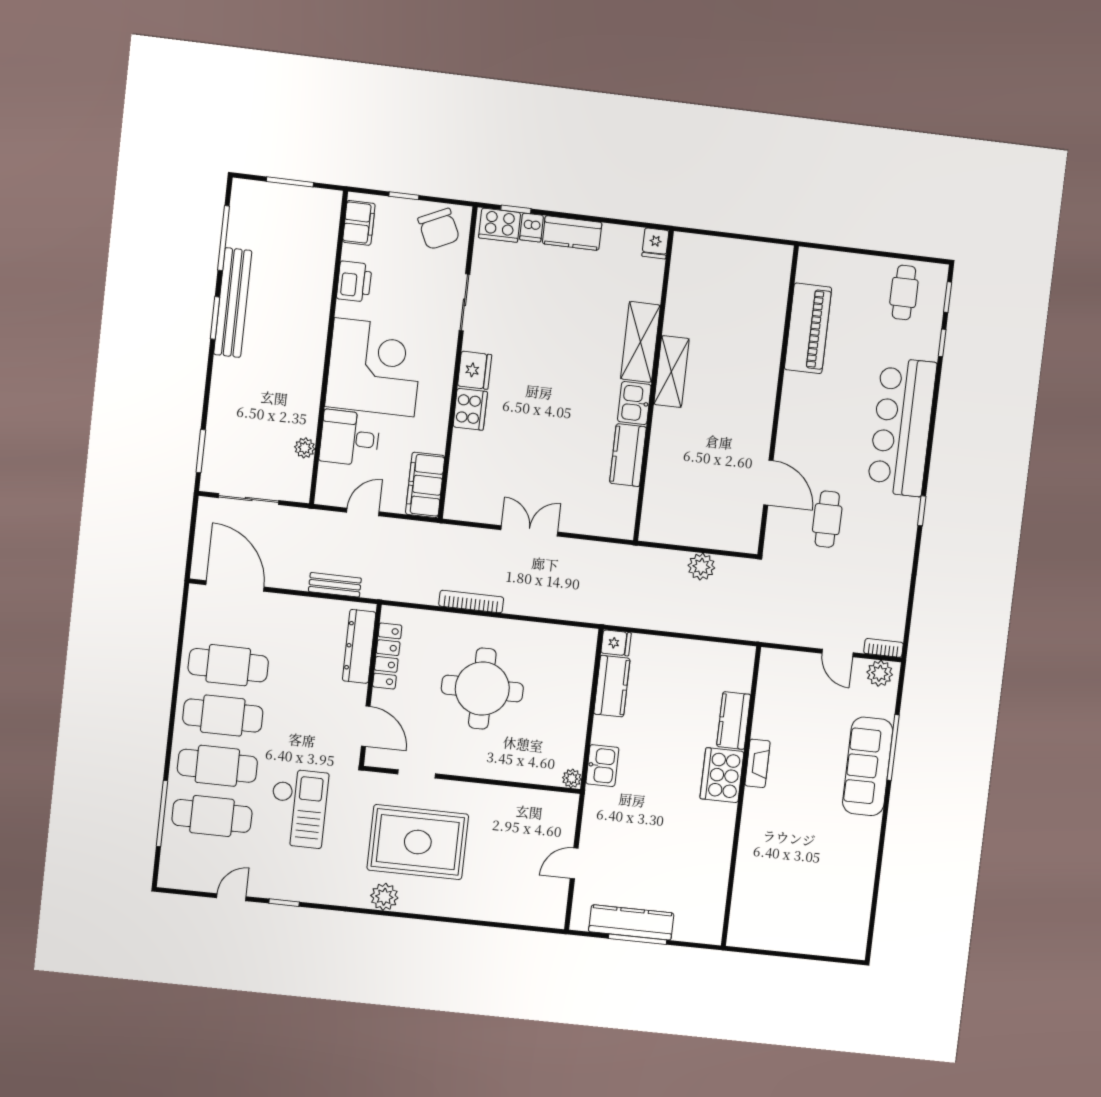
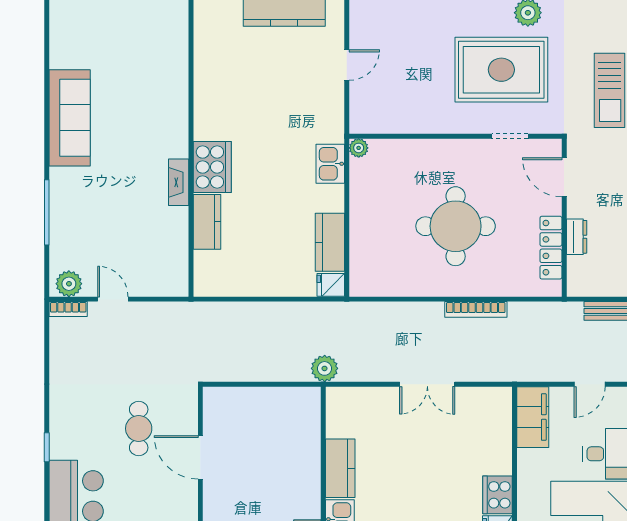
plant: (701, 567) -> (325, 368), moved
dresser: (359, 646) -> (577, 237), width x0.51, depth x0.80
sofa: (868, 766) -> (70, 118), moved

